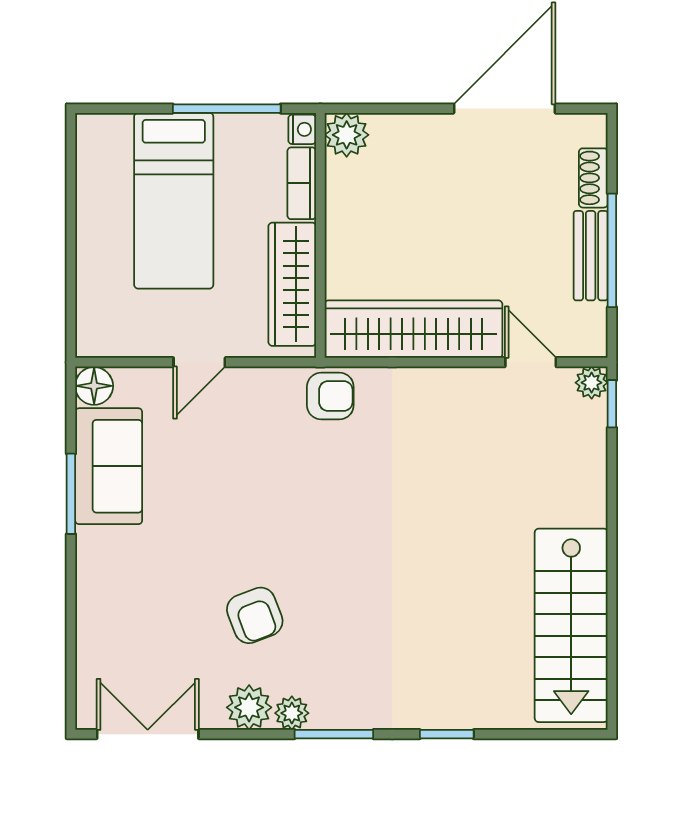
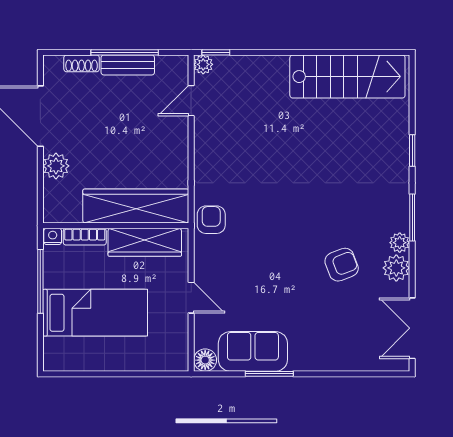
plant: (347, 135) -> (56, 166), moved
wardrobe: (413, 329) -> (136, 206), moved, turned 90

